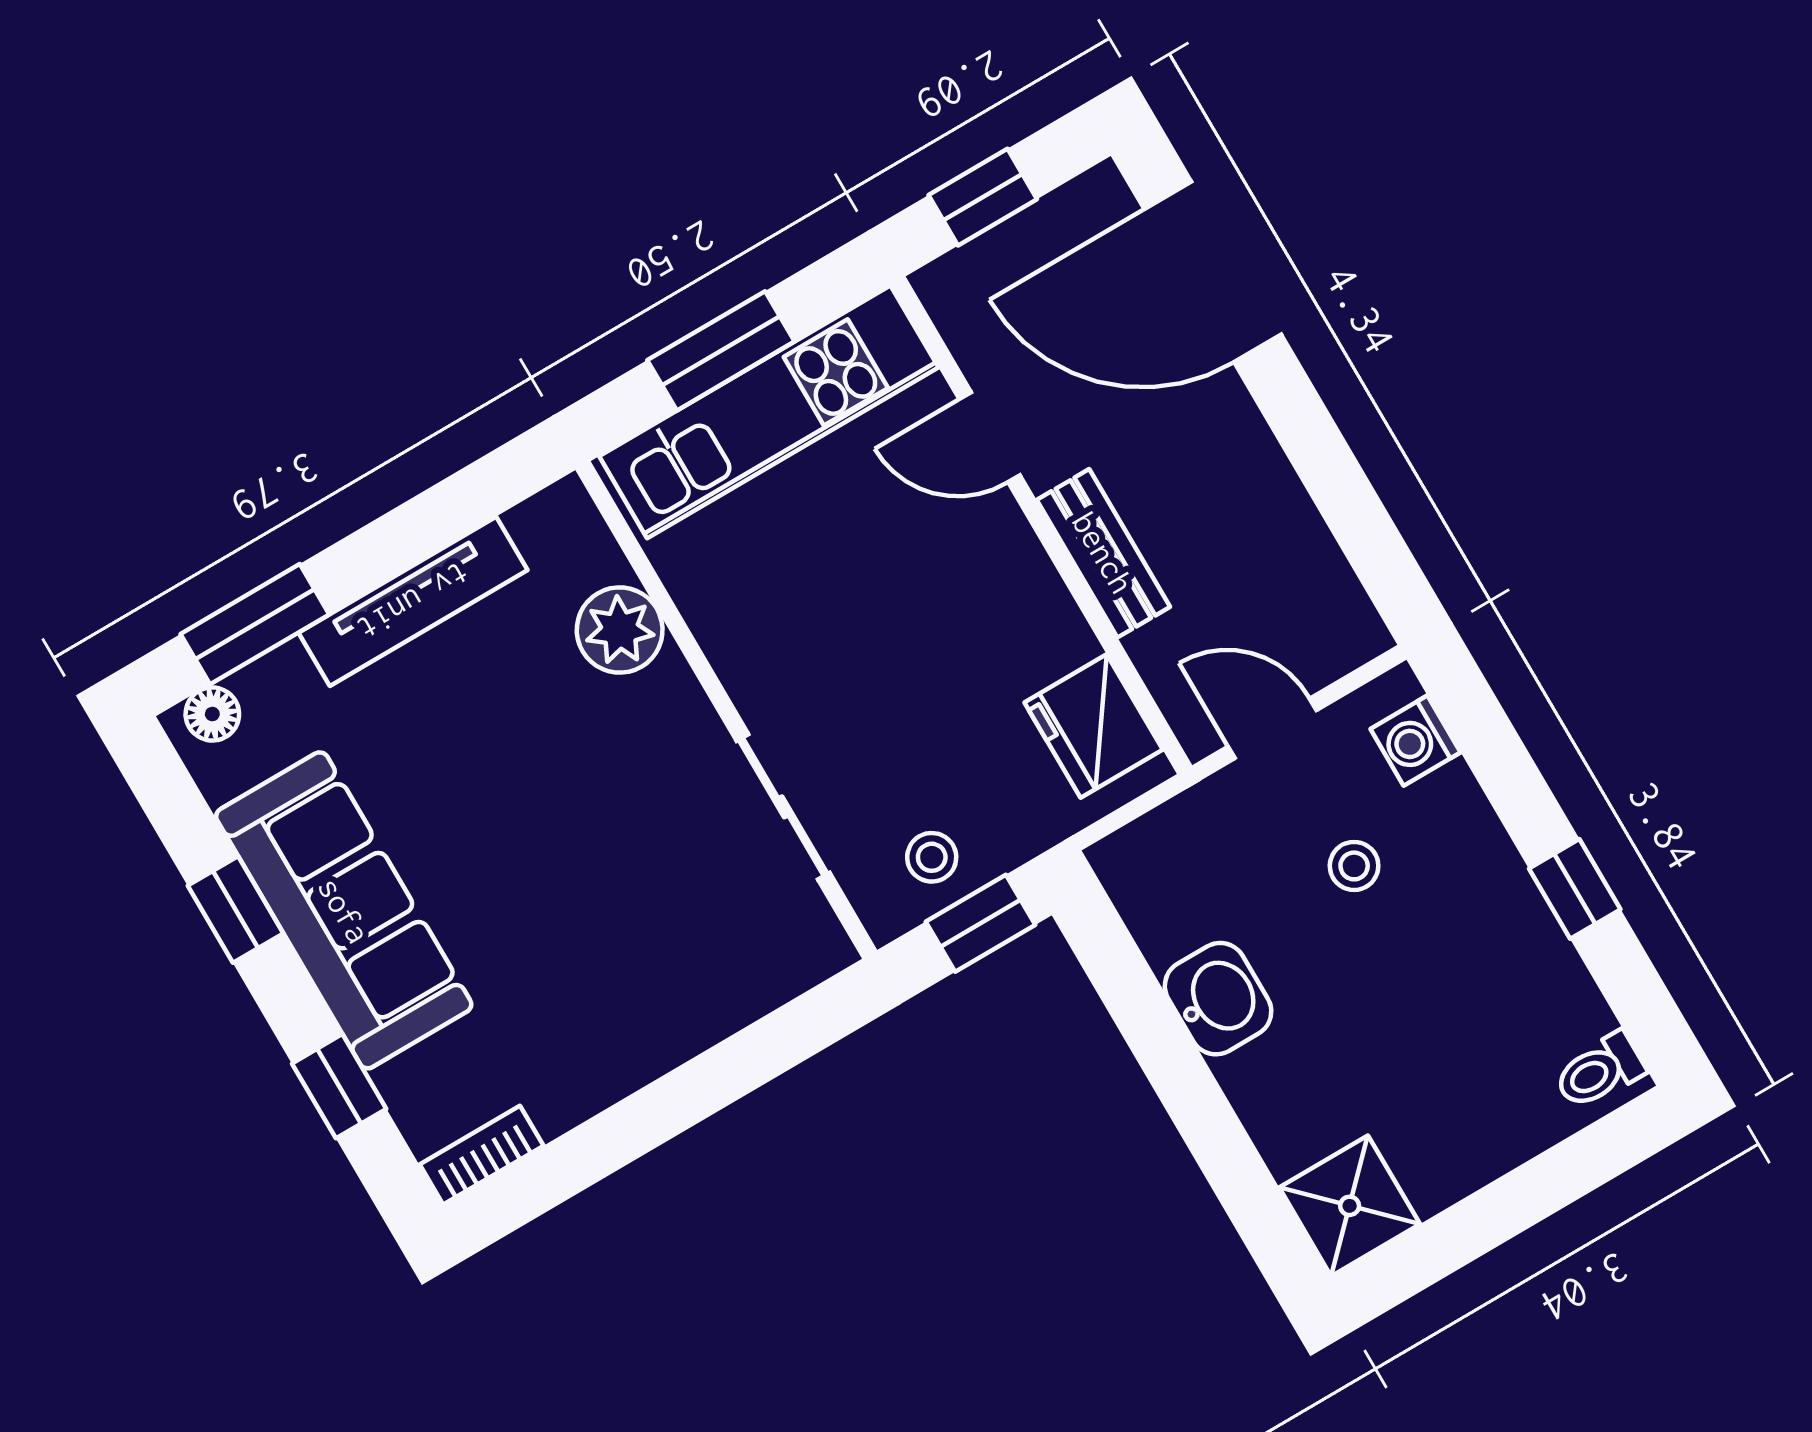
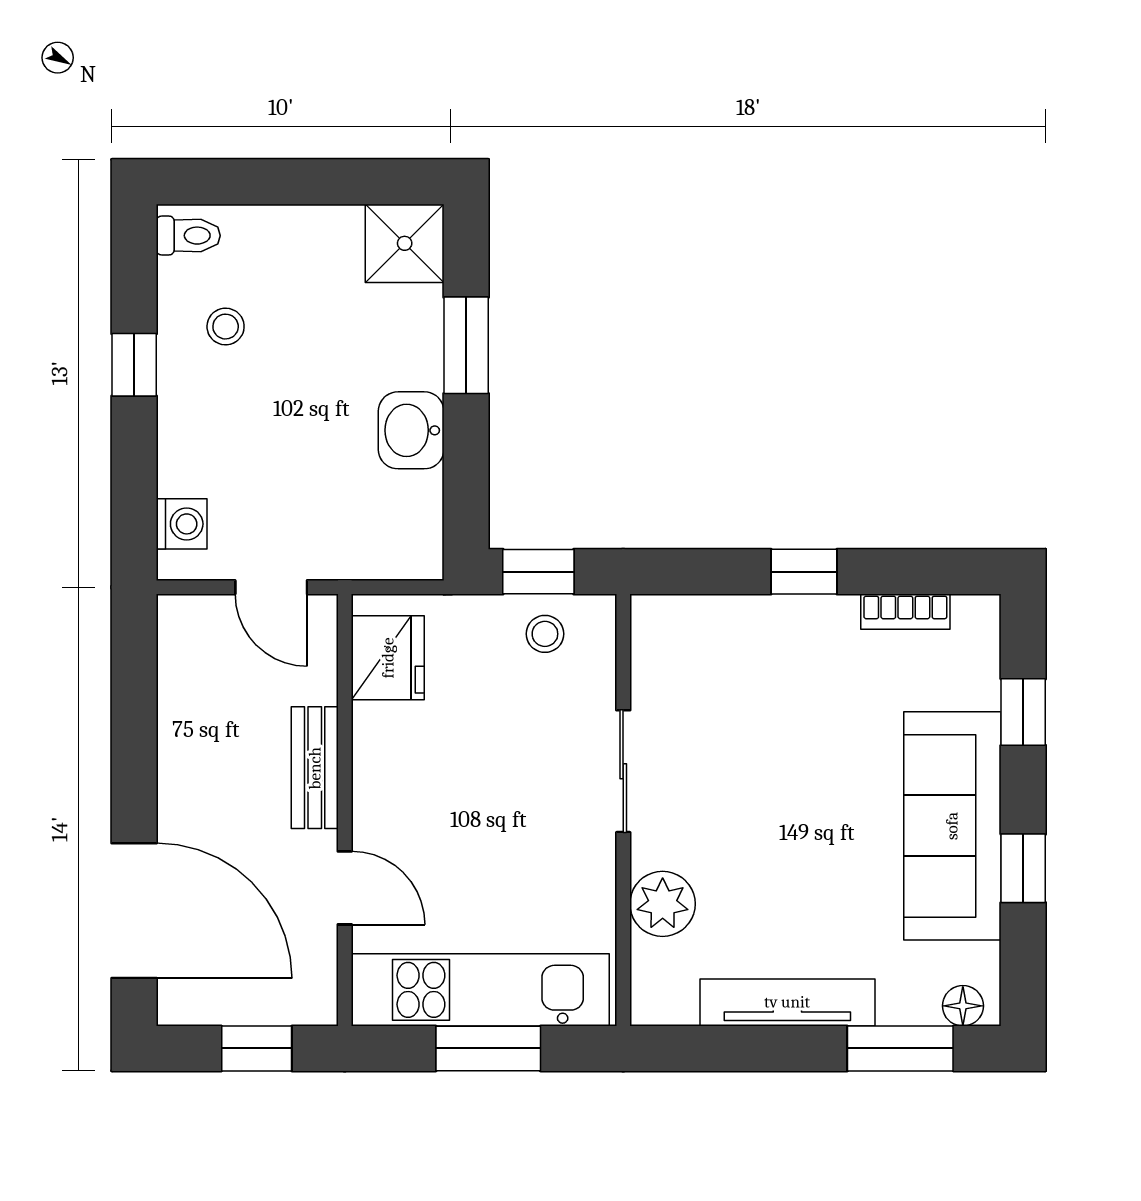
sliding door: (783, 807) -> (623, 771), moved
stool: (1354, 866) -> (226, 327), moved
window: (680, 1099) -> (804, 572), added
window: (1212, 1131) -> (466, 345), added
bookcase: (482, 1155) -> (905, 612), moved

